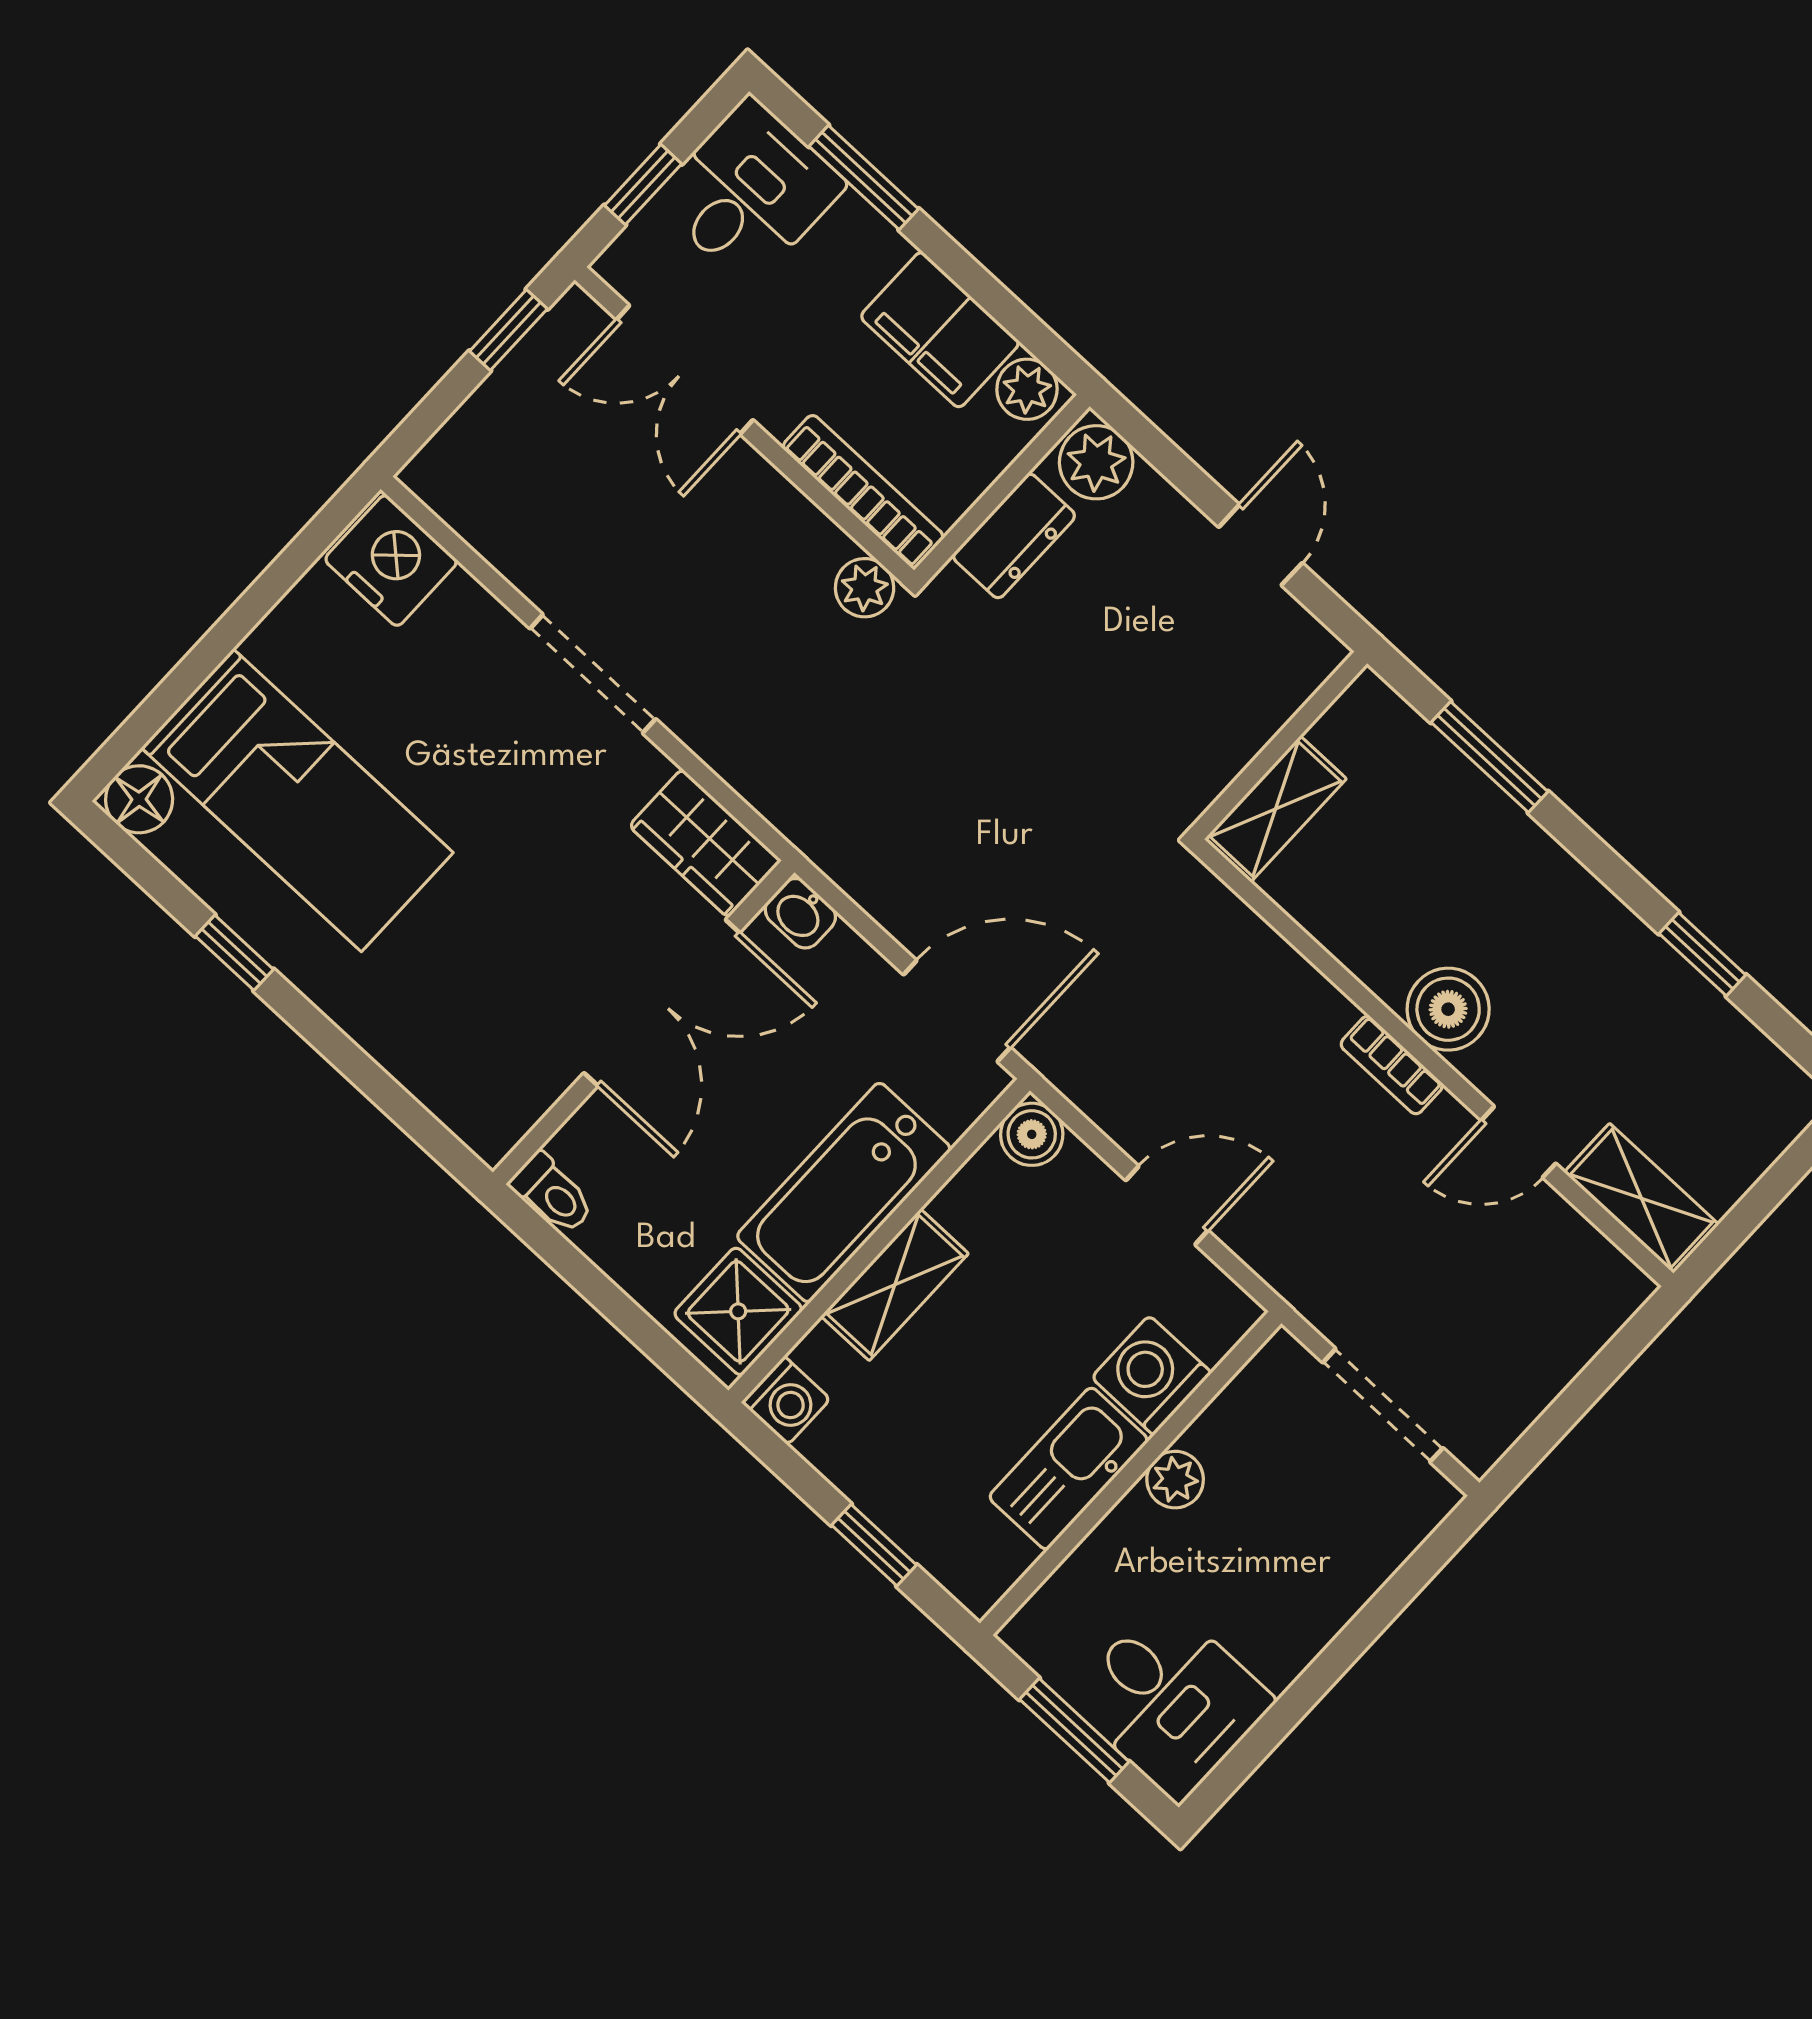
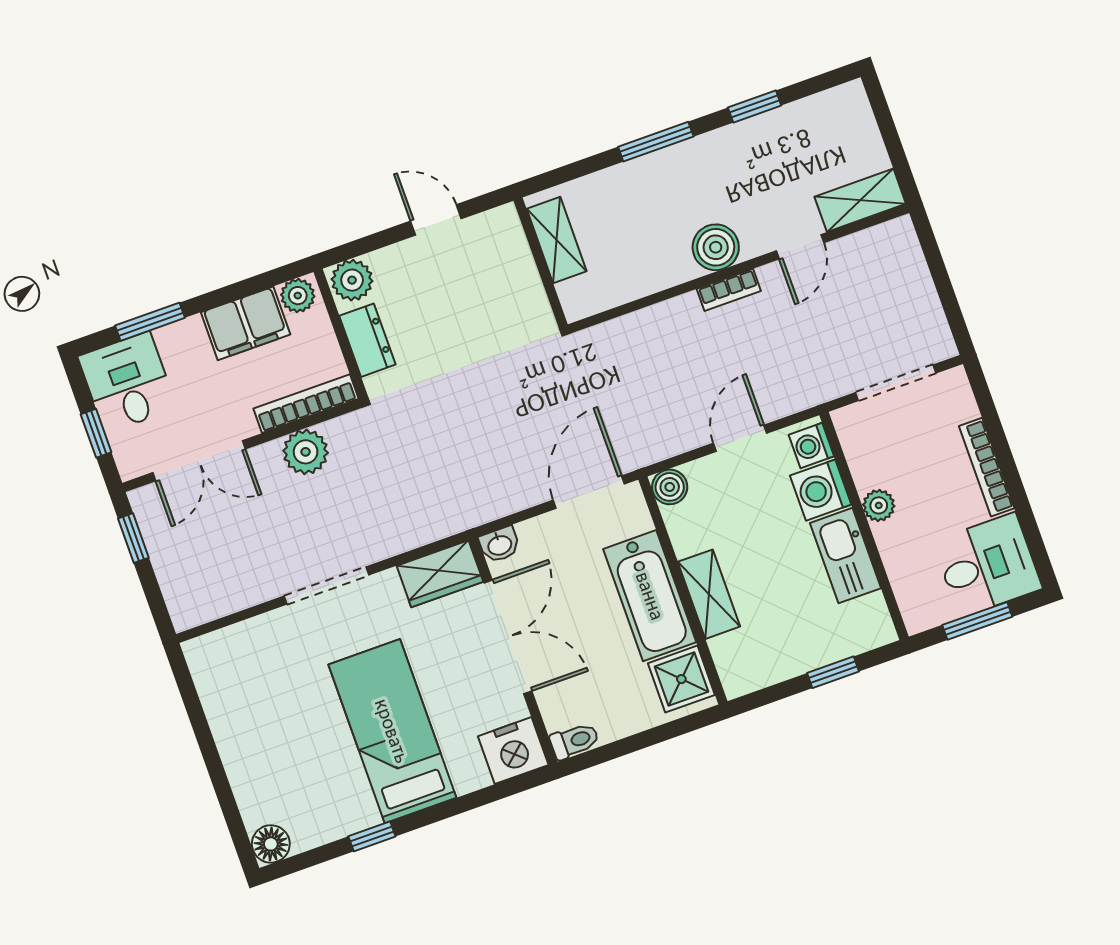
nightstand: (391, 561) -> (513, 751), moved, turned 180
plant: (865, 588) -> (306, 452), moved, width x1.38, depth x1.38
window: (1489, 757) -> (656, 142), moved
bed: (297, 800) -> (392, 731), moved, turned -90
shelving: (1275, 809) -> (557, 240), moved
washing machine: (786, 1401) -> (811, 446), moved, turned 180
bookcase: (1324, 1618) -> (987, 467), added

